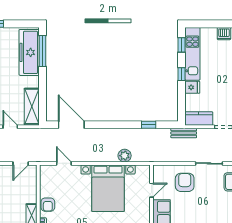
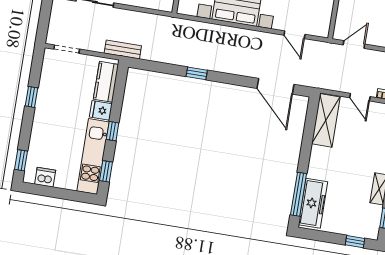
freezer: (29, 52) -> (313, 203), width x0.73, depth x0.79
kitchen counter: (199, 118) -> (106, 82), moved, turned 90
window: (149, 125) -> (197, 73), moved
plant: (125, 156) -> (209, 32), removed

